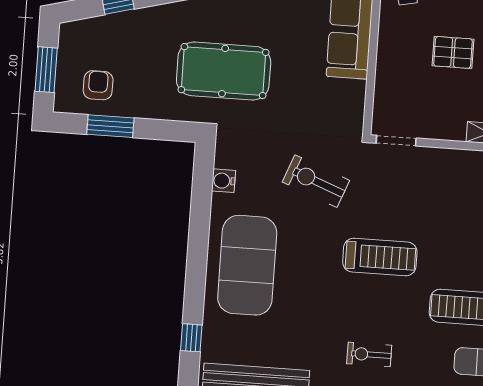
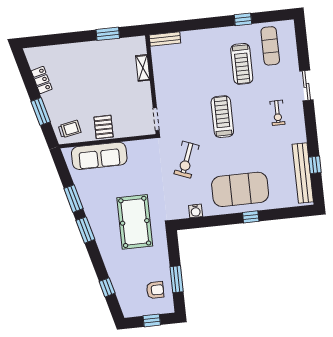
pallet: (453, 52) -> (104, 127), moved
window: (46, 70) -> (152, 320), width x0.67
armchair: (98, 85) -> (155, 290), turned 180
window: (191, 338) -> (251, 217), moved

